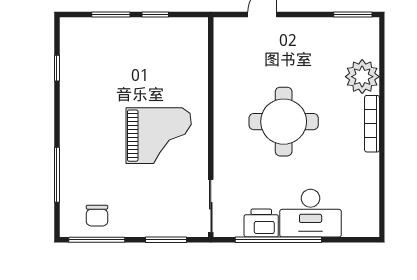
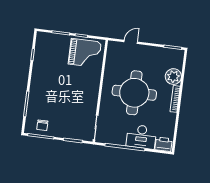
round table: (284, 122) -> (134, 93), width x1.36, depth x1.36
grand piano: (159, 136) -> (85, 53), moved
printer: (261, 223) -> (164, 144), moved

